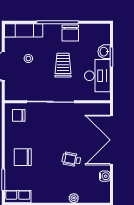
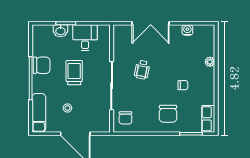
trolley: (63, 65) -> (74, 73), turned 90
desk: (97, 76) -> (85, 38), width x0.73
double door: (111, 140) -> (151, 23), width x0.73
wheelchair: (71, 159) -> (142, 70), moved
chair: (51, 172) -> (183, 85), added

